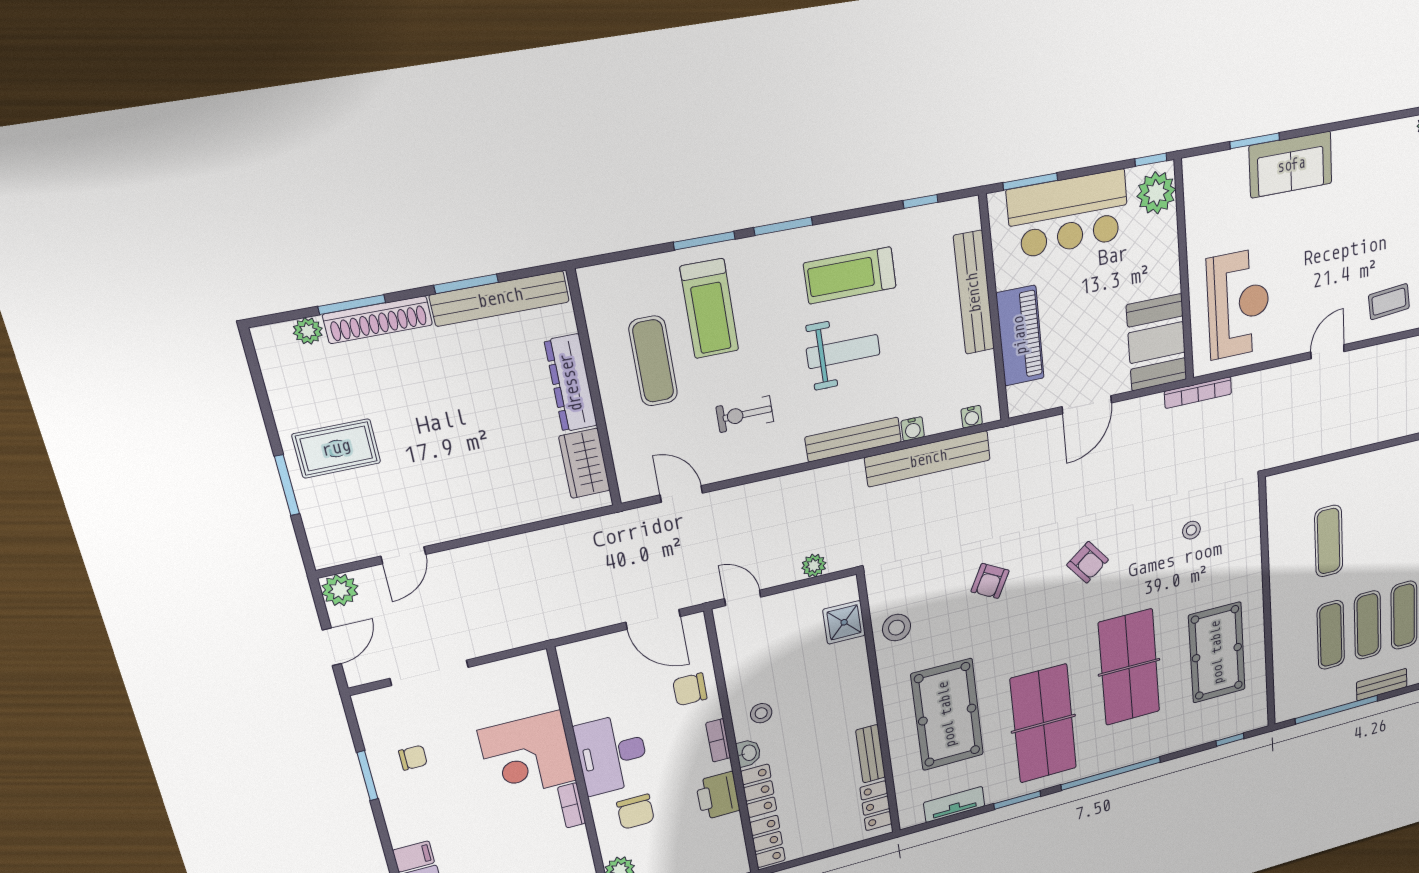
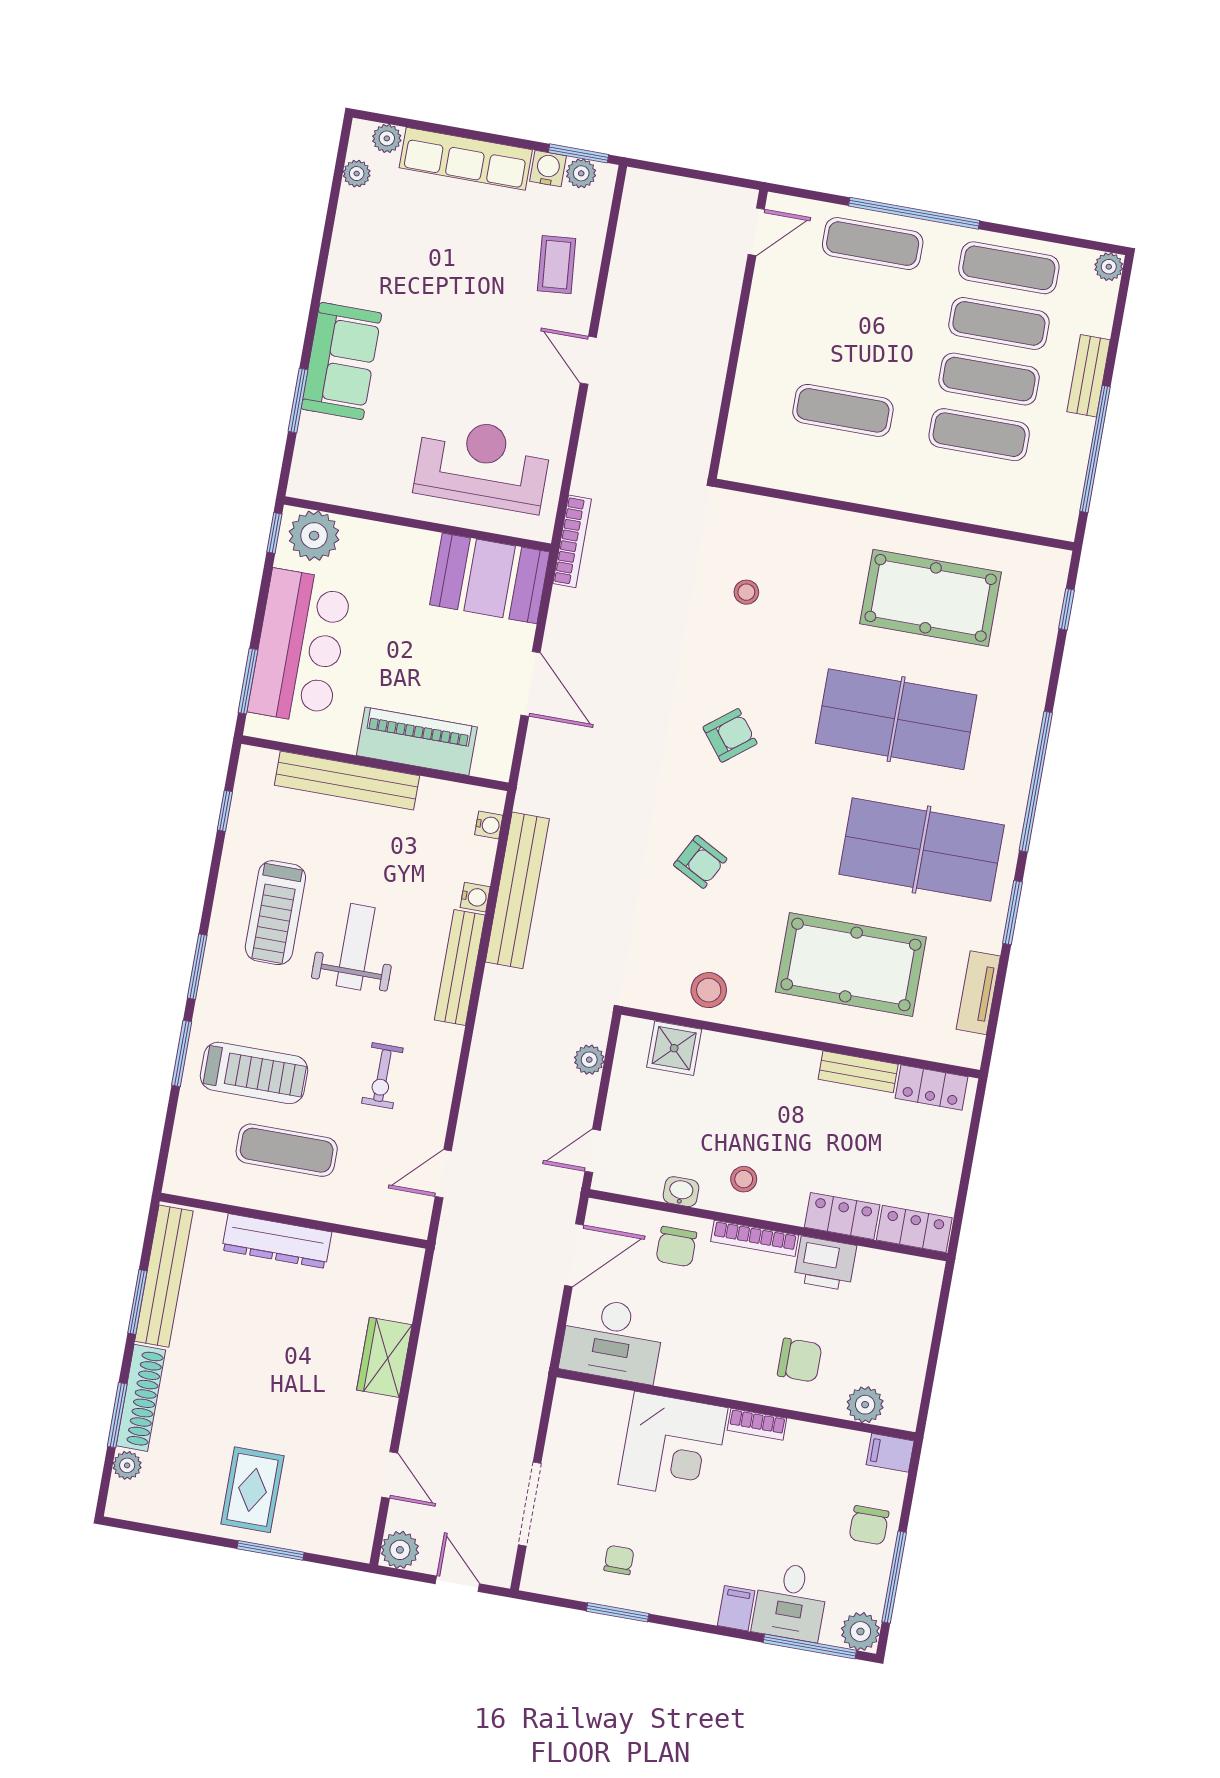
wardrobe: (585, 463) -> (384, 1357), moved, turned 90
bookcase: (718, 740) -> (755, 1238), width x1.56
washbasin: (749, 753) -> (681, 1192), moved
desk: (612, 754) -> (612, 1340), moved

